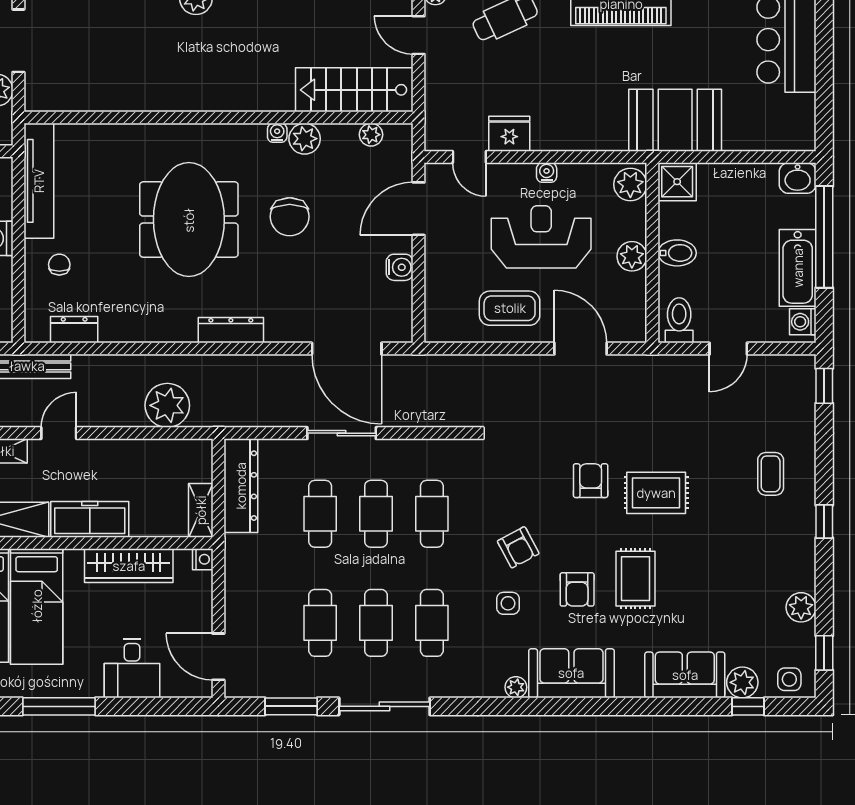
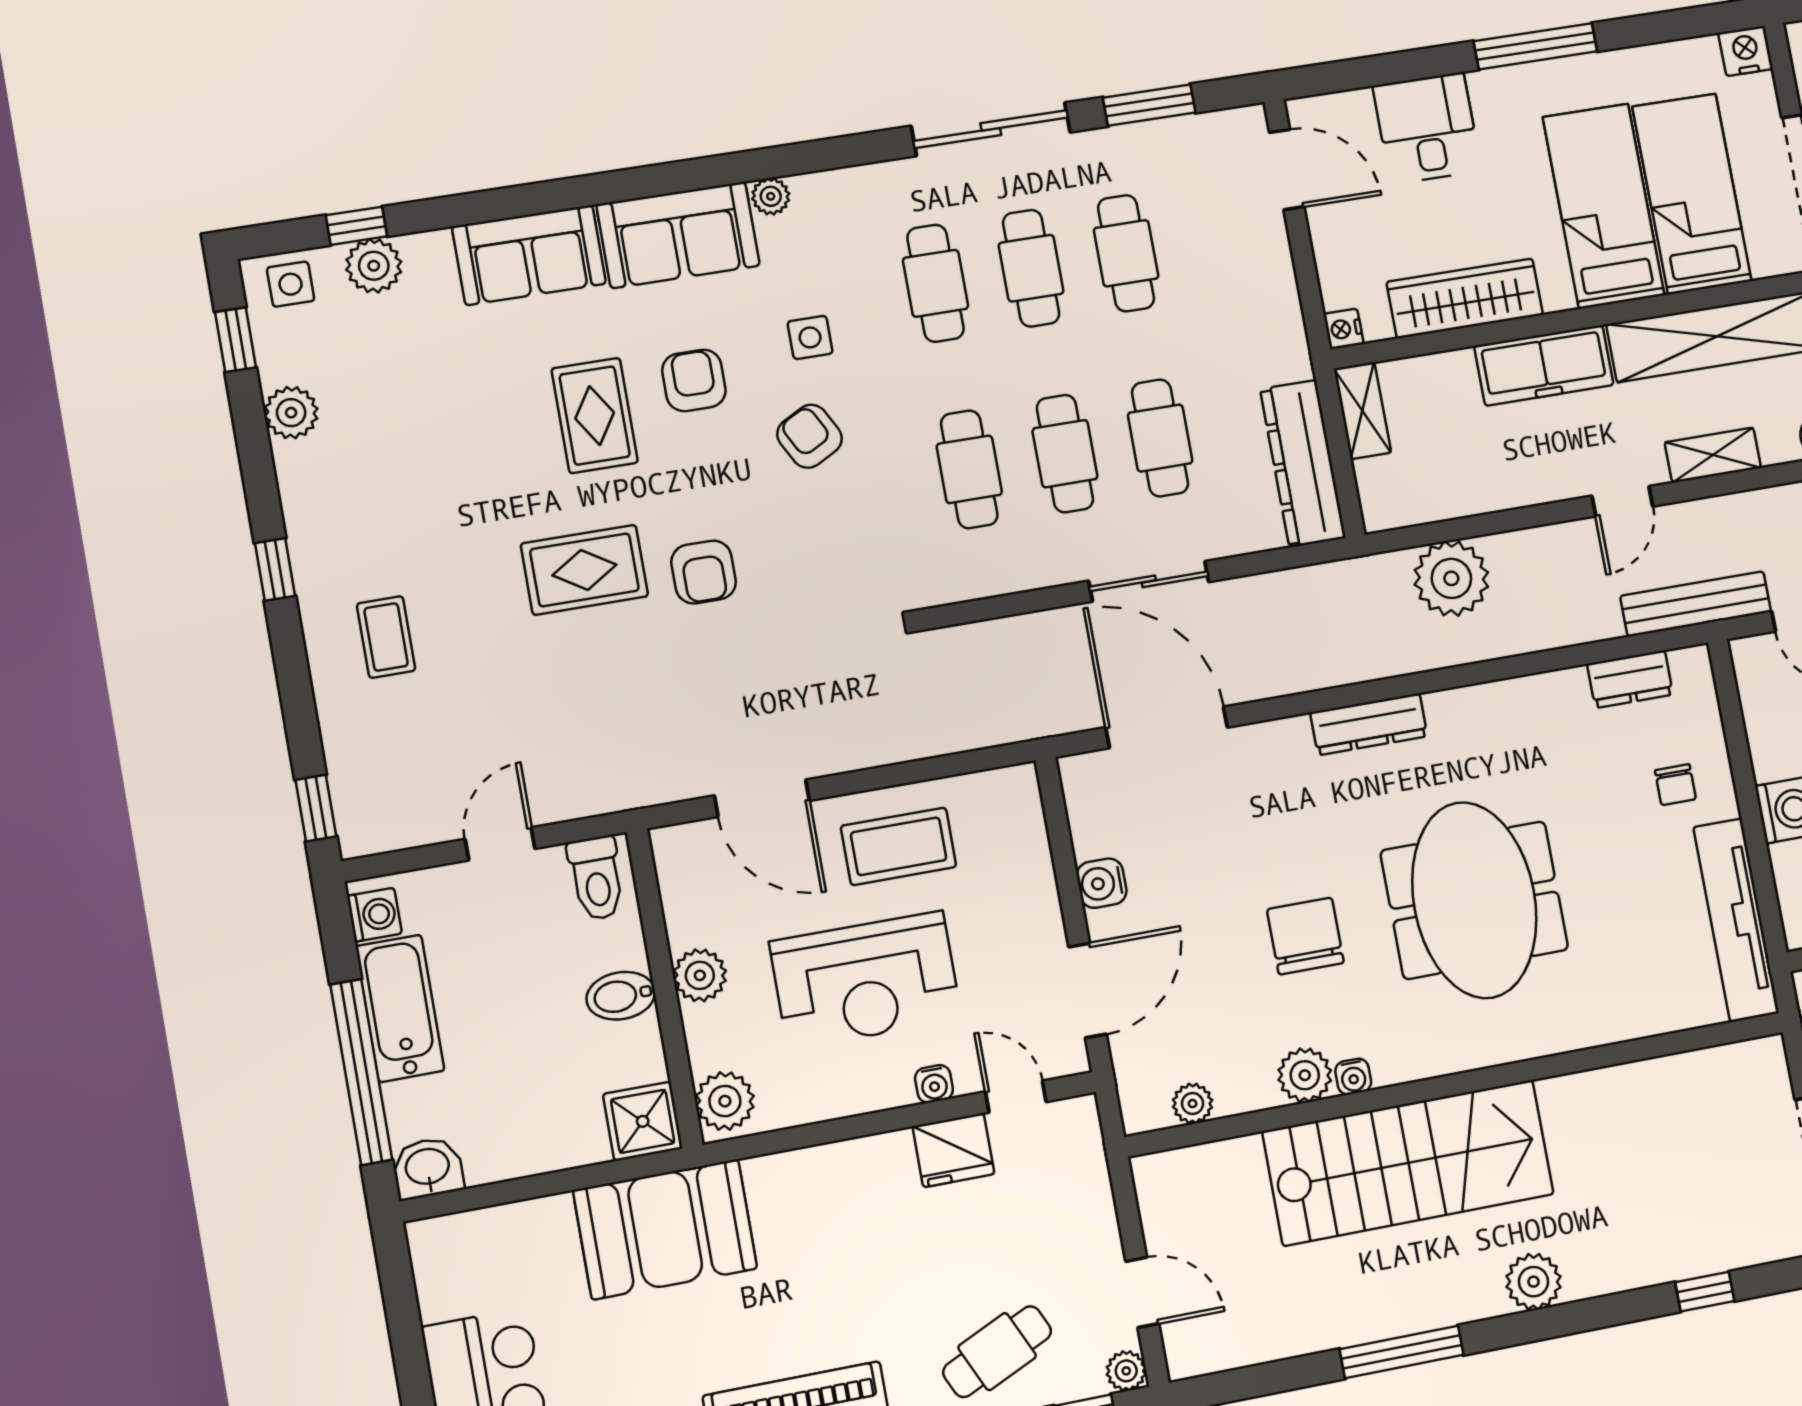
stairs: (354, 90) -> (1408, 1163), moved, width x1.36, depth x1.51
water cooler: (547, 173) -> (934, 1084), moved
sofa: (685, 675) -> (529, 255), moved

